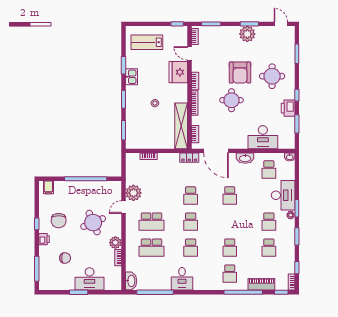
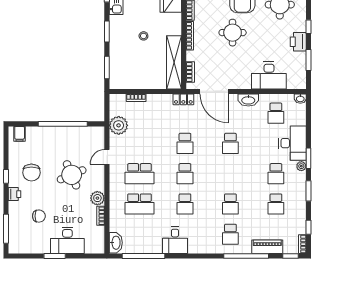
plant: (133, 193) -> (119, 125), moved

